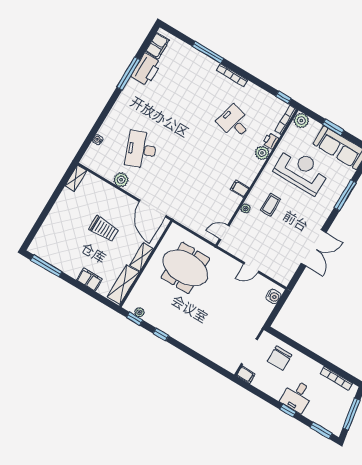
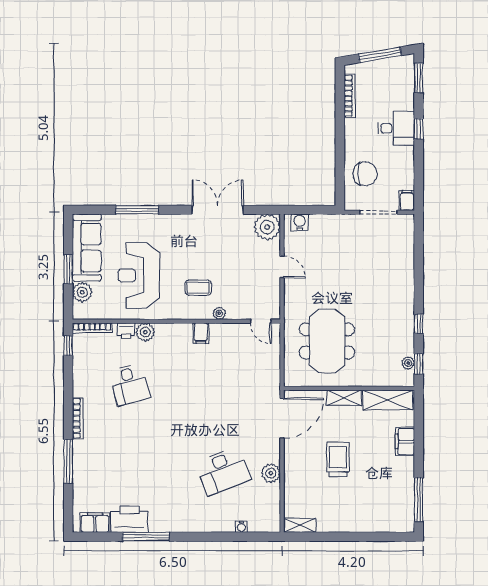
plant: (301, 121) -> (82, 292), moved
desk: (234, 122) -> (130, 384), turned -30
plant: (283, 273) -> (267, 227), added

